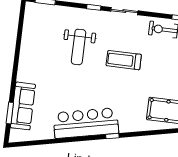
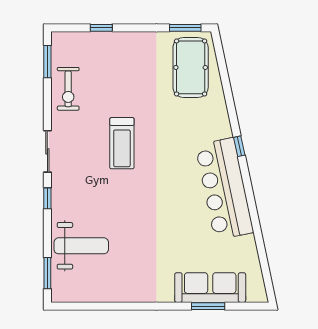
weight bench: (79, 47) -> (81, 246), moved
window: (10, 113) -> (208, 306), moved

